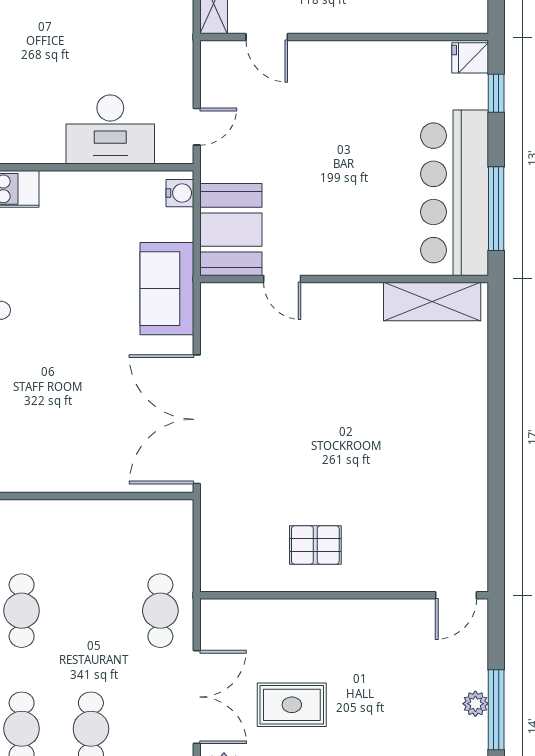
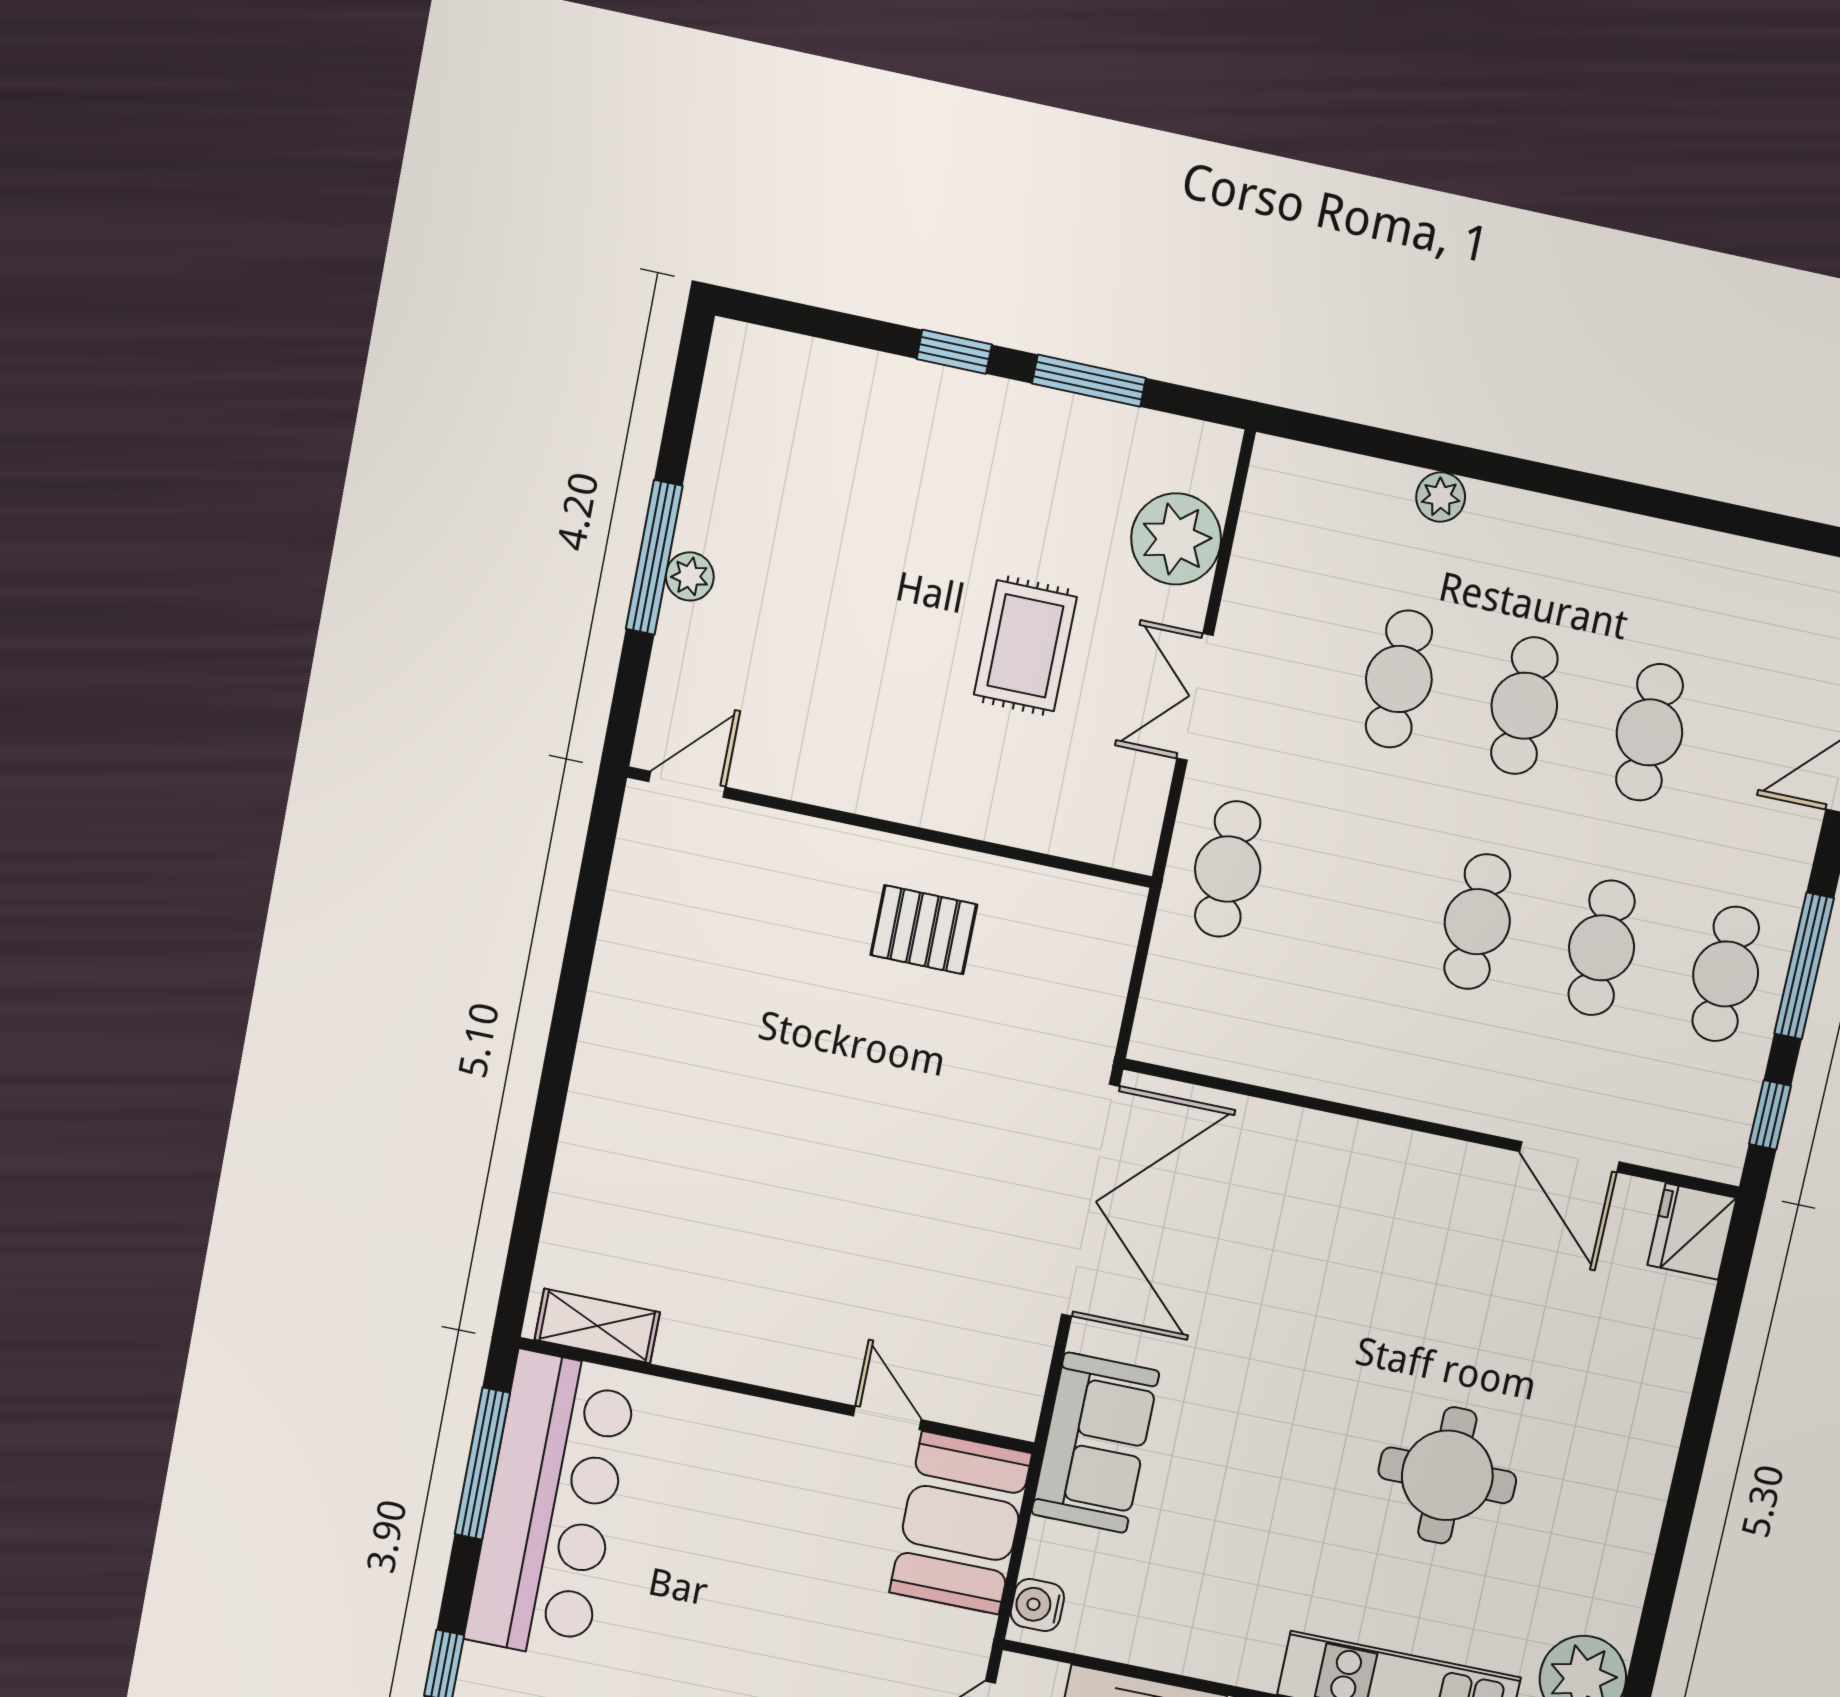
shelving: (432, 301) -> (597, 1326), width x0.67, depth x0.75
double door: (197, 697) -> (1195, 697), width x0.73
rug: (292, 705) -> (1025, 646), turned 90

